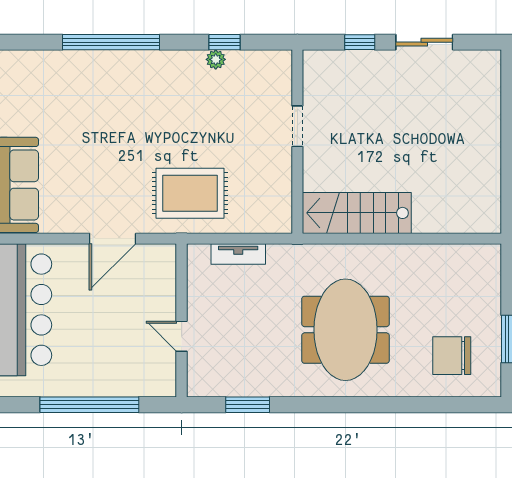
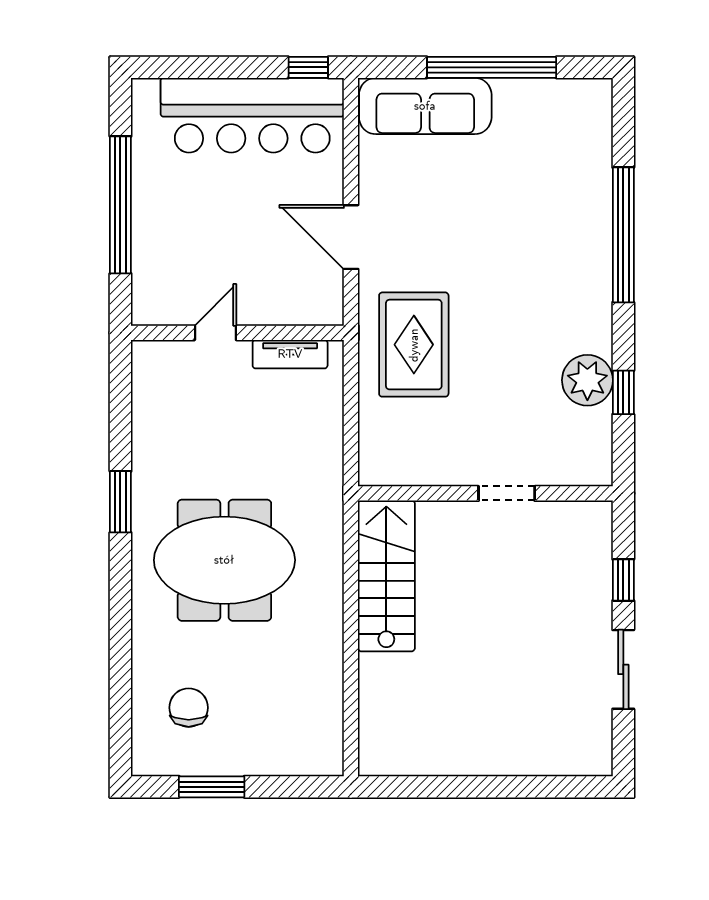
plant: (216, 59) -> (587, 380), width x1.87, depth x1.87
tv unit: (238, 254) -> (290, 354), moved, turned -90
chair: (452, 356) -> (189, 708), width x0.73, depth x0.73
window: (248, 405) -> (120, 502), moved

